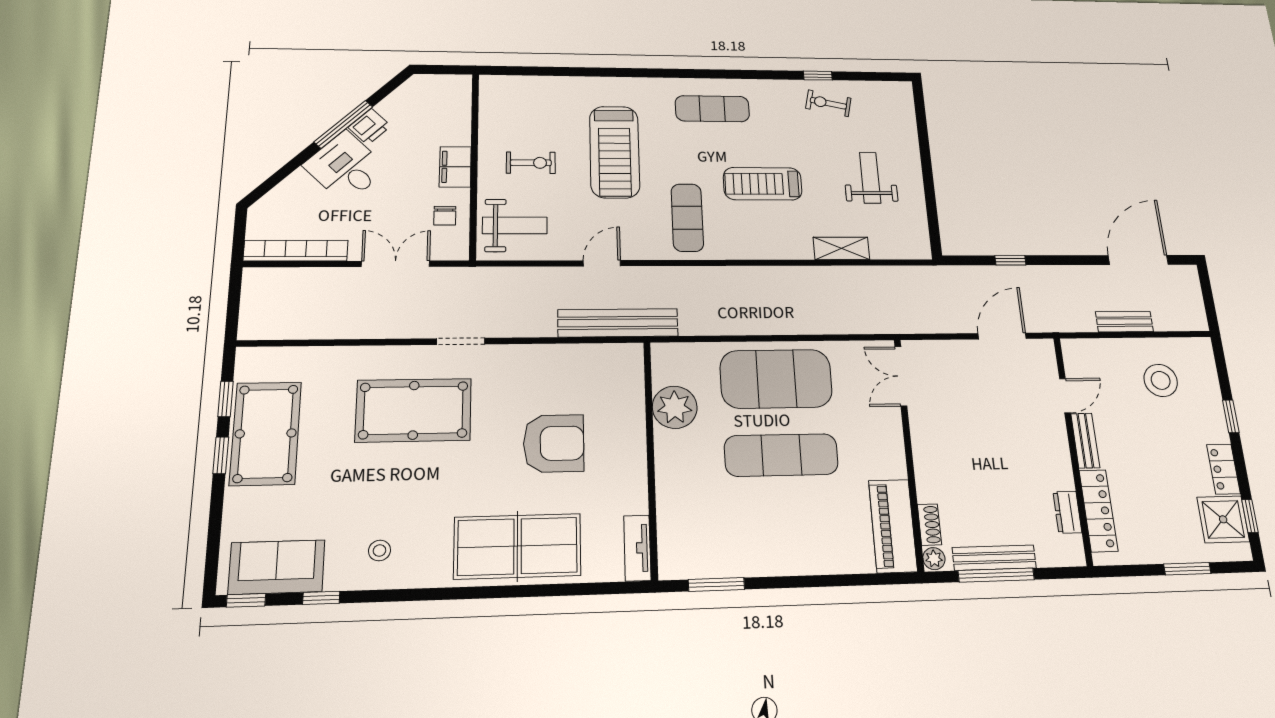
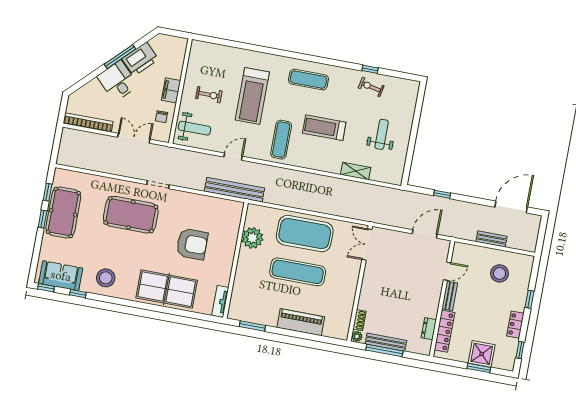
printer: (370, 127) -> (140, 59), width x1.87, depth x1.48
shower: (1223, 519) -> (482, 354), moved
piano: (893, 526) -> (301, 322), moved, turned 90
stool: (380, 551) -> (106, 278), width x1.89, depth x1.89

